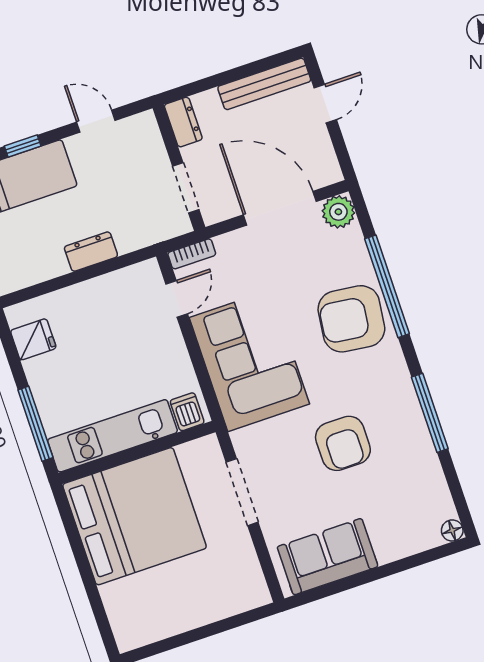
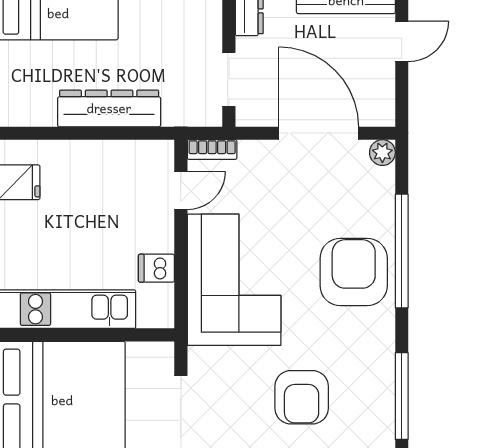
plant: (338, 212) -> (382, 153), width x0.73, depth x0.73
dresser: (91, 252) -> (109, 108), width x1.96, depth x1.24
armchair: (351, 319) -> (354, 272), turned 83
dishwasher: (187, 412) -> (156, 268), moved, turned -90

